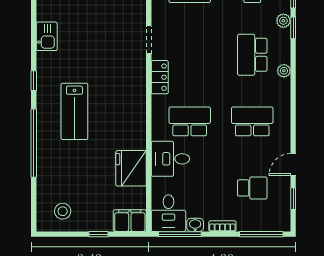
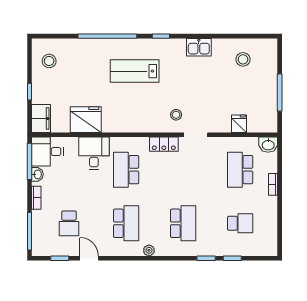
plant: (283, 21) -> (212, 250), removed
school desk: (252, 55) -> (183, 223), turned 90
stool: (125, 63) -> (176, 115), added
plant: (284, 71) -> (149, 250), moved
school desk: (190, 121) -> (126, 170), turned 180

